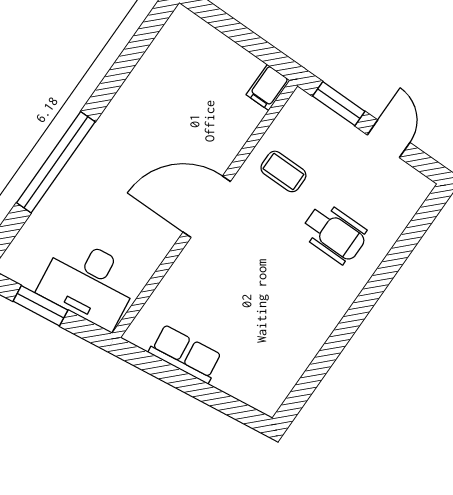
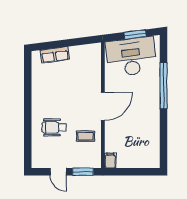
desk: (89, 283) -> (131, 57), width x1.36, depth x1.30
row of seats: (185, 354) -> (55, 55), moved

